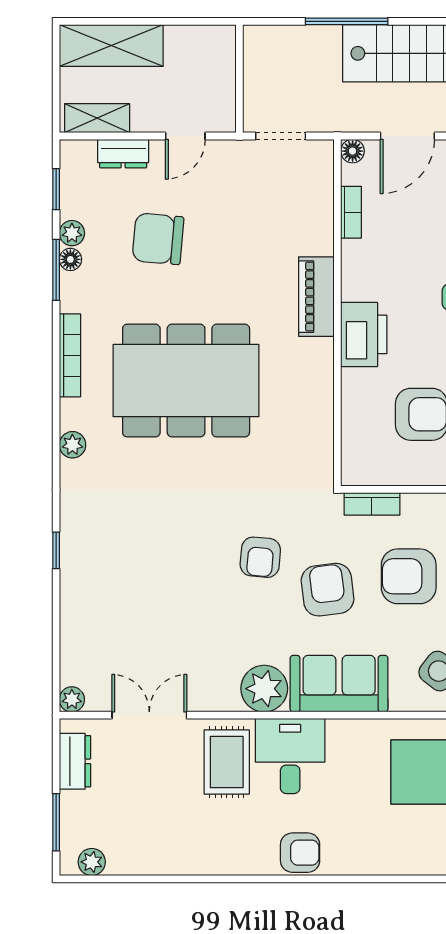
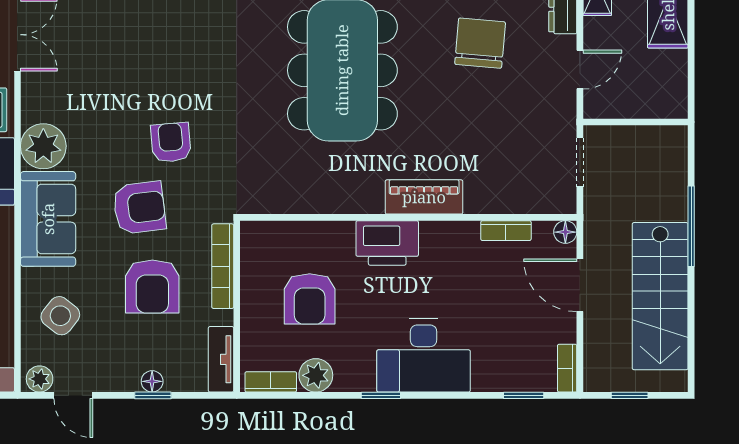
door: (185, 136) -> (580, 70), swing flipped
bookcase: (372, 504) -> (223, 266), width x1.56
armchair: (260, 557) -> (171, 142), turned 80
armchair: (409, 576) -> (152, 287), turned 180

